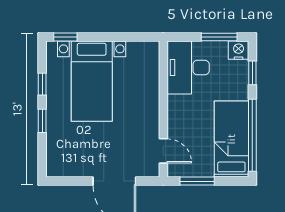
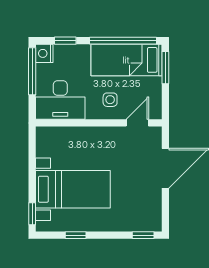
window: (219, 37) -> (32, 71), width x1.44
window: (42, 121) -> (143, 235), moved
side table: (189, 121) -> (110, 100), added
window: (197, 181) -> (165, 68), moved

